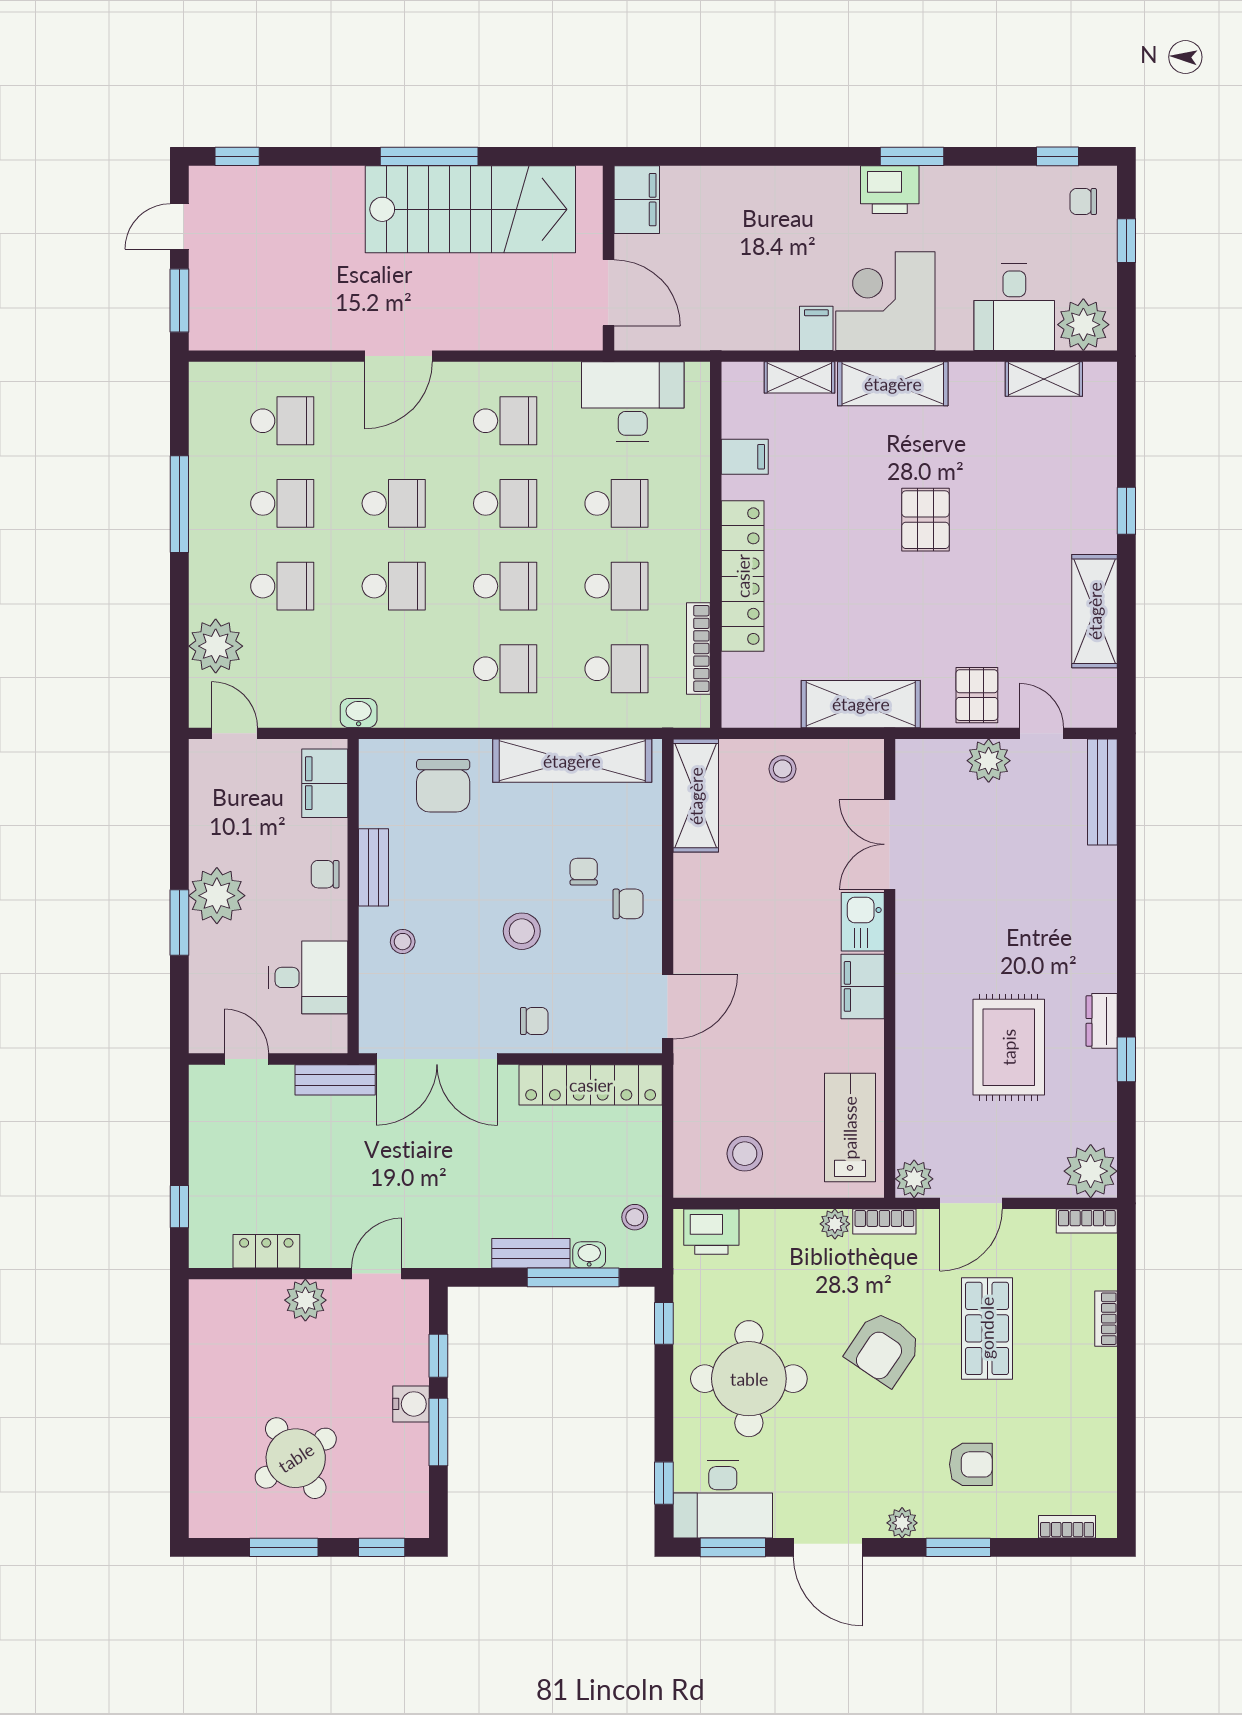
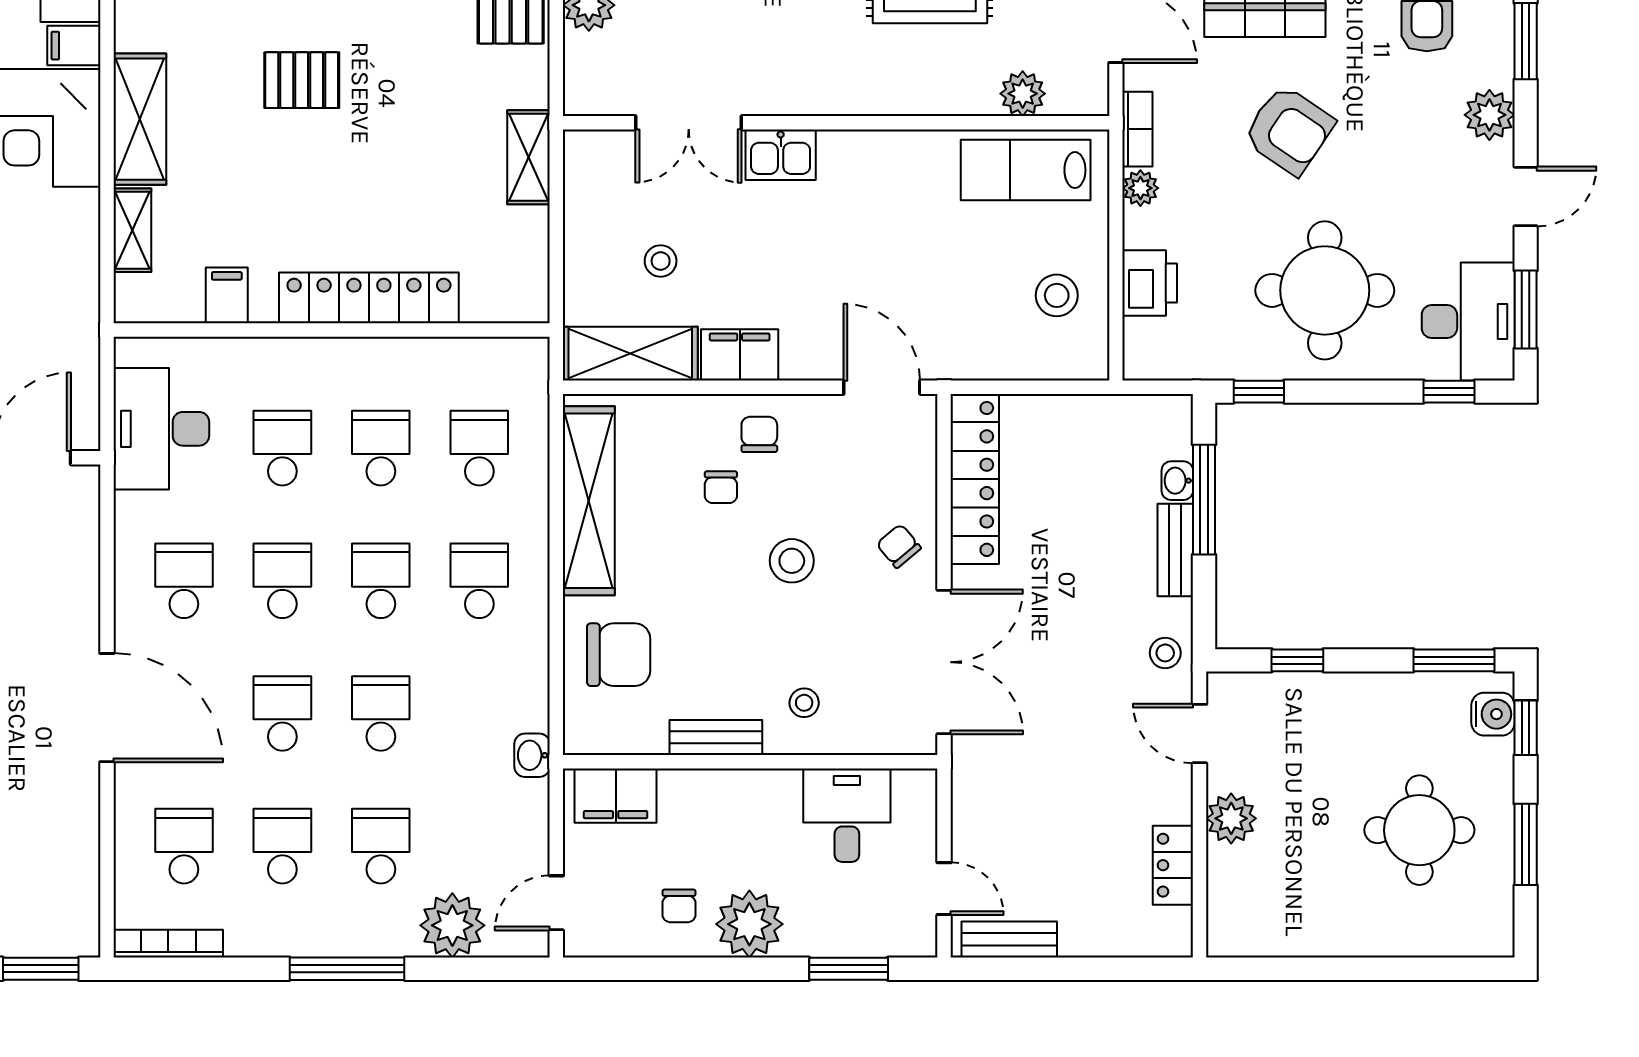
filing cabinet: (816, 328) -> (74, 46), moved
door: (399, 356) -> (107, 708), width x1.36
window: (179, 504) -> (347, 969), moved
bookcase: (698, 648) -> (168, 944), moved, turned 180
shelving: (861, 704) -> (529, 157), width x0.67, depth x0.75
stool: (783, 769) -> (661, 261), moved
chair: (584, 872) -> (721, 487), turned -90
chair: (325, 874) -> (679, 906), moved
window: (179, 922) -> (849, 969), moved
filing cabinet: (863, 986) -> (740, 355), moved, turned 180
chair: (534, 1021) -> (899, 546), turned -40
door: (247, 1059) -> (944, 889), swing flipped
bench: (335, 1080) -> (1009, 940), moved, turned 90
plant: (914, 1179) -> (1023, 94), moved
window: (179, 1207) -> (1120, 969), removed
stool: (635, 1217) -> (1165, 653), moved
printer: (711, 1232) -> (1150, 283), moved
water cooler: (411, 1404) -> (1493, 714), moved, turned 90
window: (438, 1432) -> (1454, 660), moved
round table: (296, 1458) -> (1419, 830), turned 33
plant: (902, 1523) -> (1489, 115), width x1.38, depth x1.38
door: (828, 1547) -> (1526, 196), width x0.73

